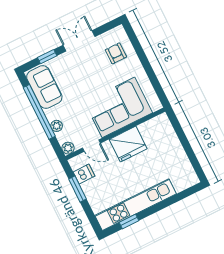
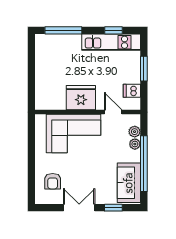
double door: (79, 41) -> (79, 208), swing flipped
plant: (68, 148) -> (135, 132), moved
window: (77, 189) -> (144, 69), moved
window: (175, 198) -> (63, 30), added
kitchen unit: (136, 205) -> (111, 42), width x0.73

